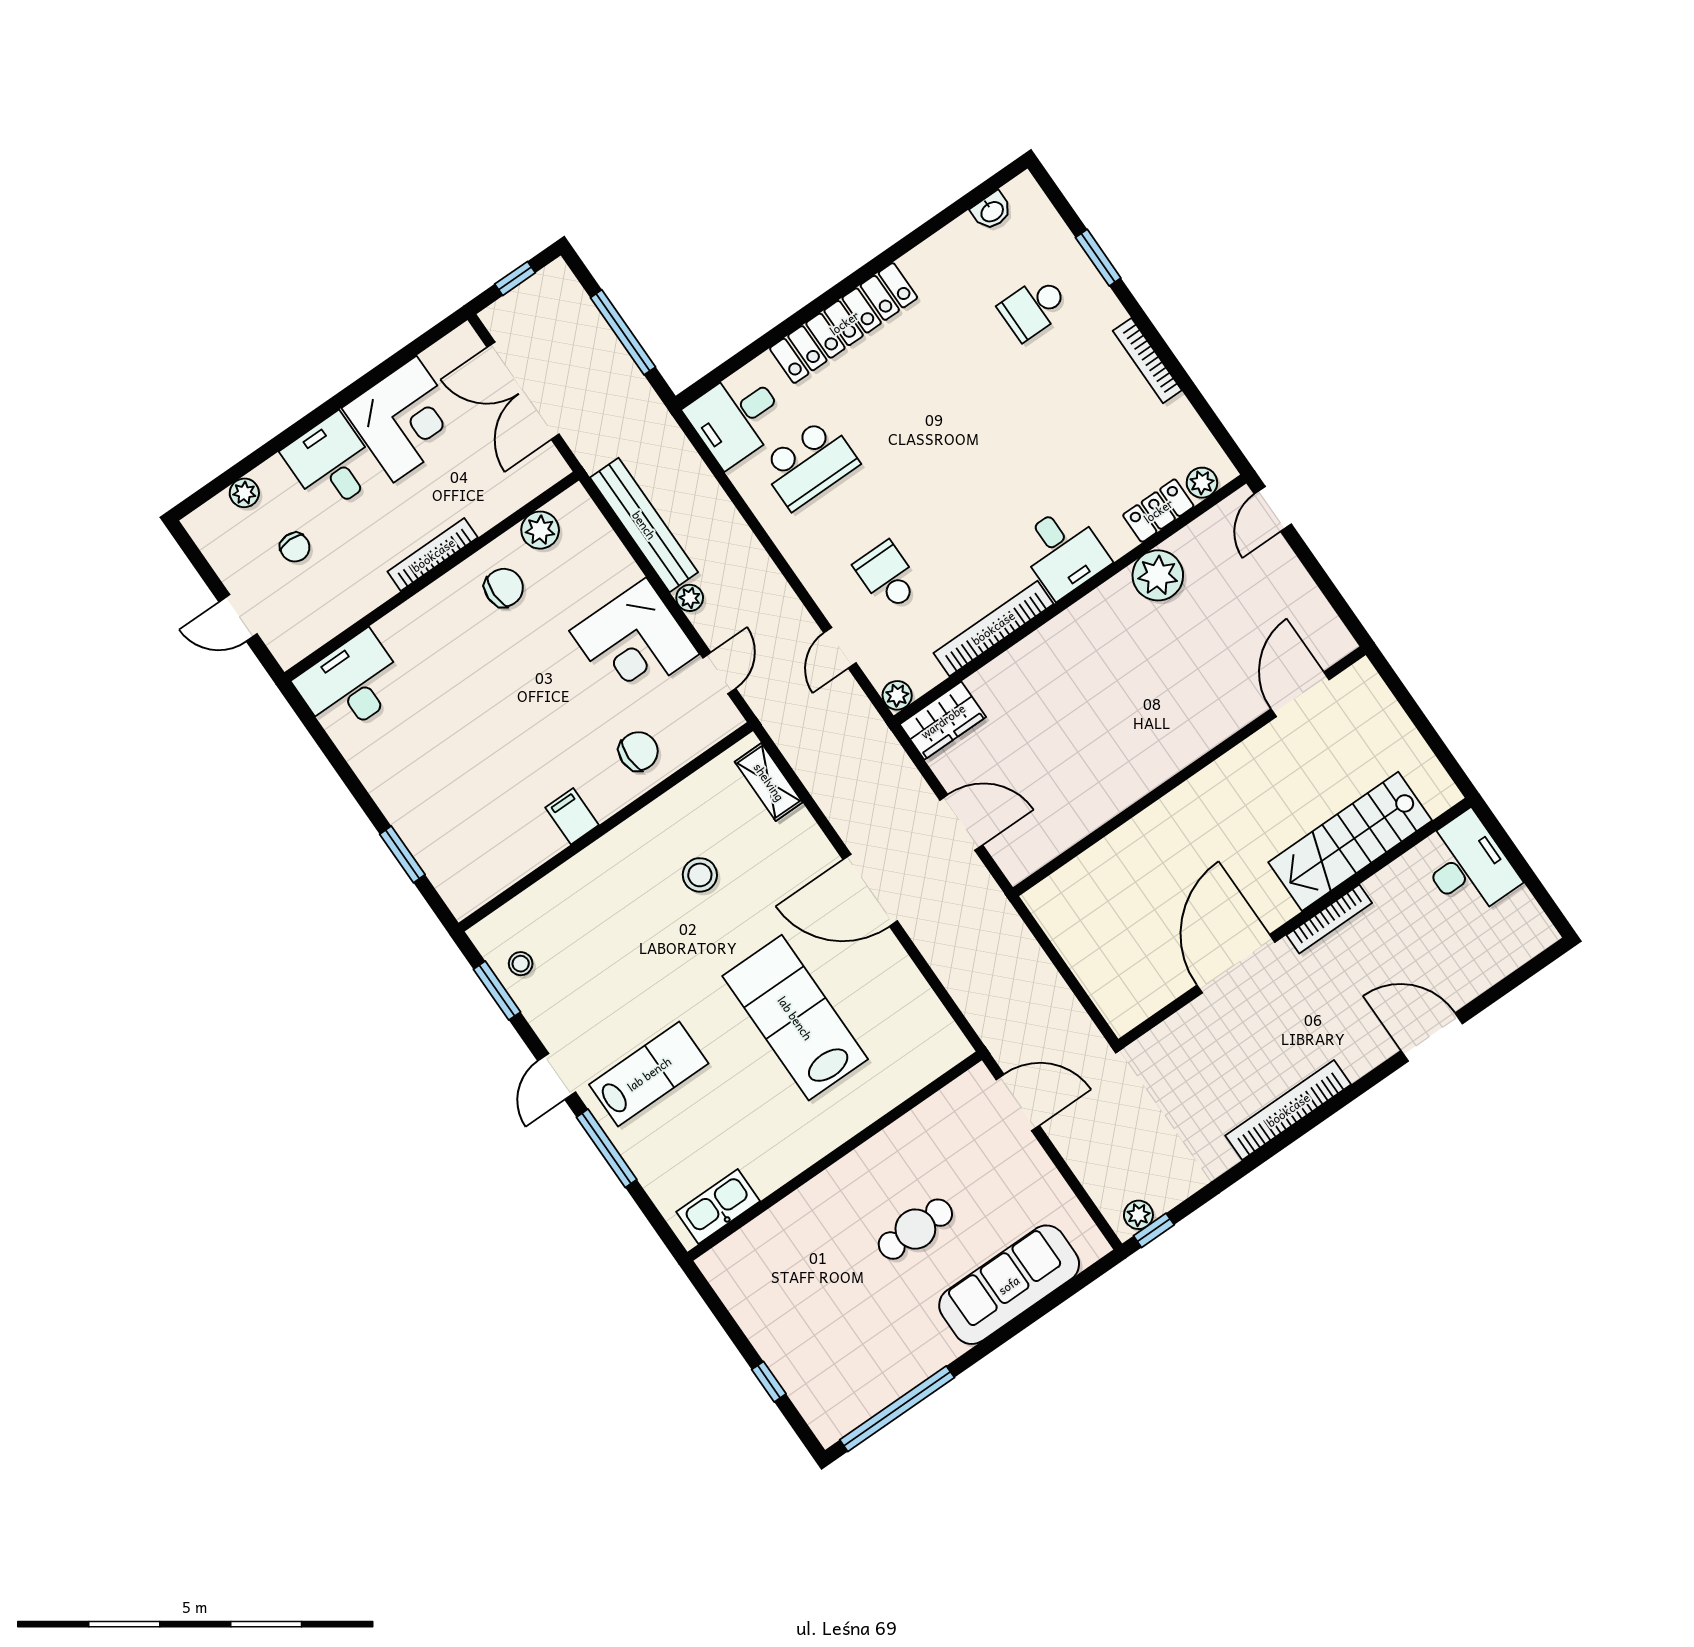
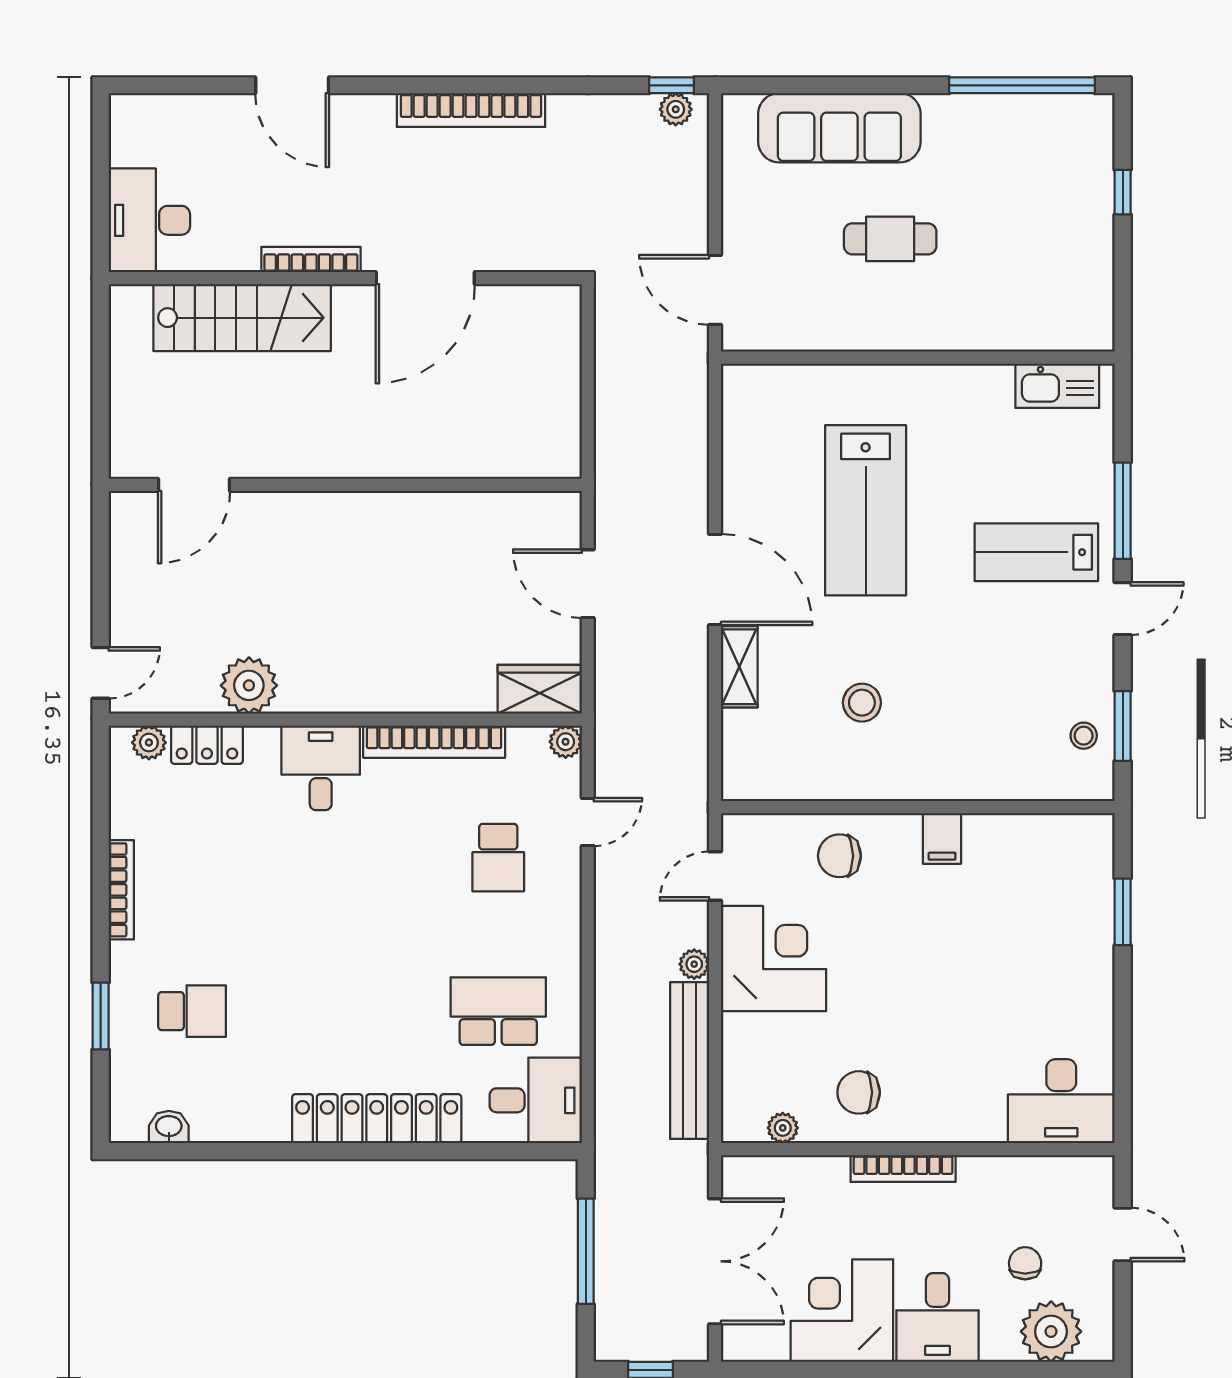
plant: (244, 493) -> (1051, 1331), width x1.87, depth x1.87
plant: (540, 530) -> (783, 1128), width x0.73, depth x0.73
shelving: (769, 782) -> (739, 667), moved

